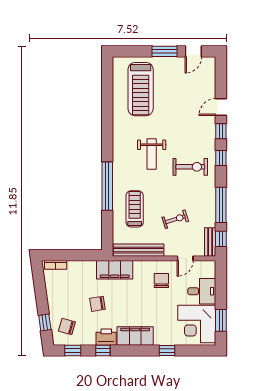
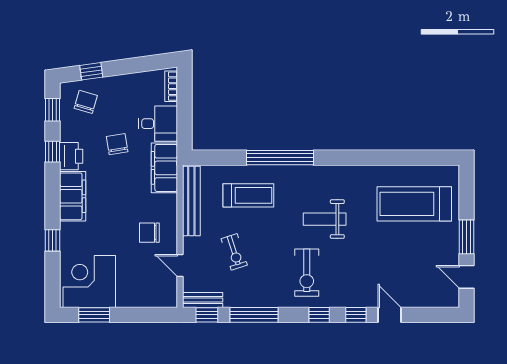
chair: (161, 281) -> (149, 233), turned 180
desk: (202, 291) -> (158, 124), moved, turned -90

